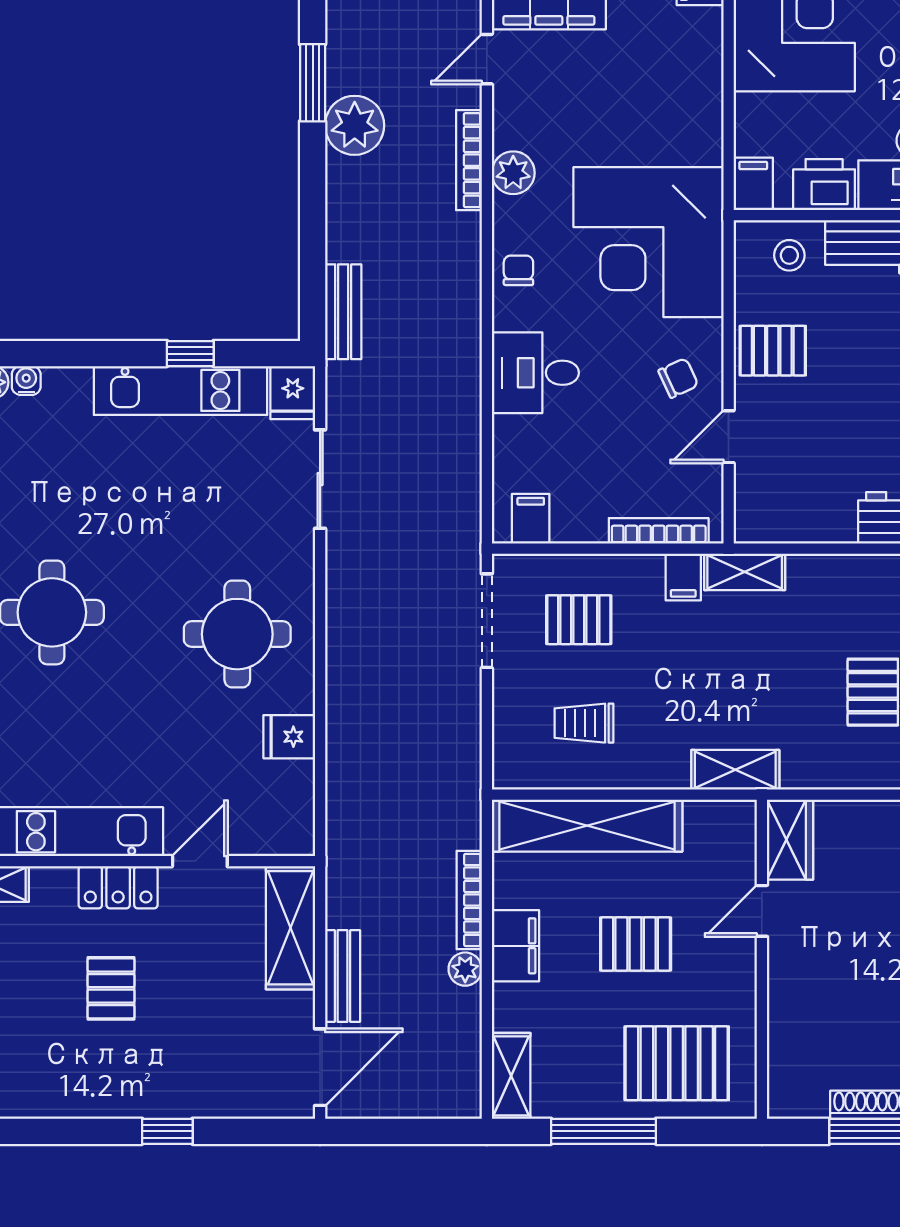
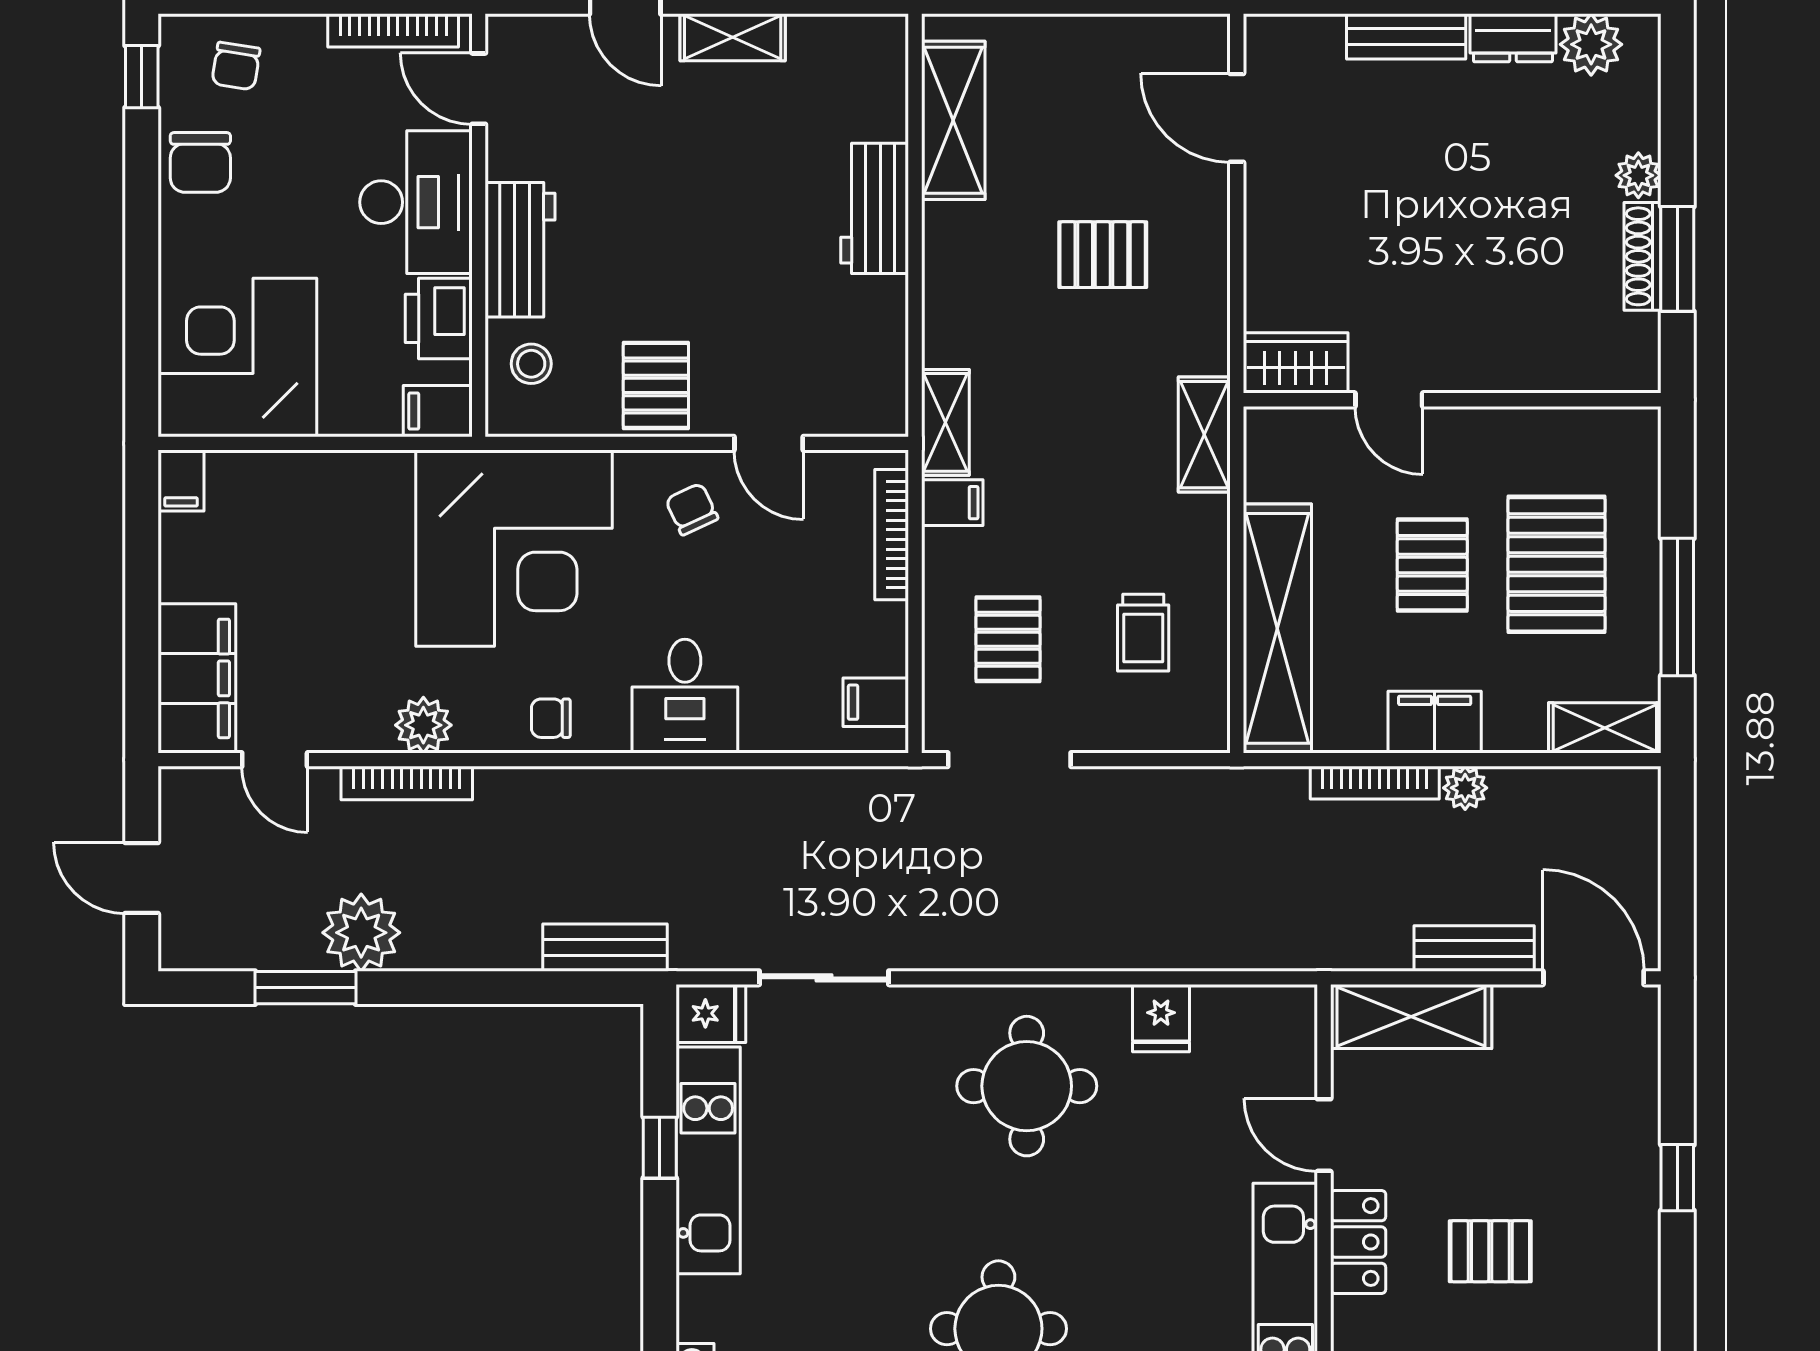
pallet: (677, 1063) -> (1557, 564), moved

